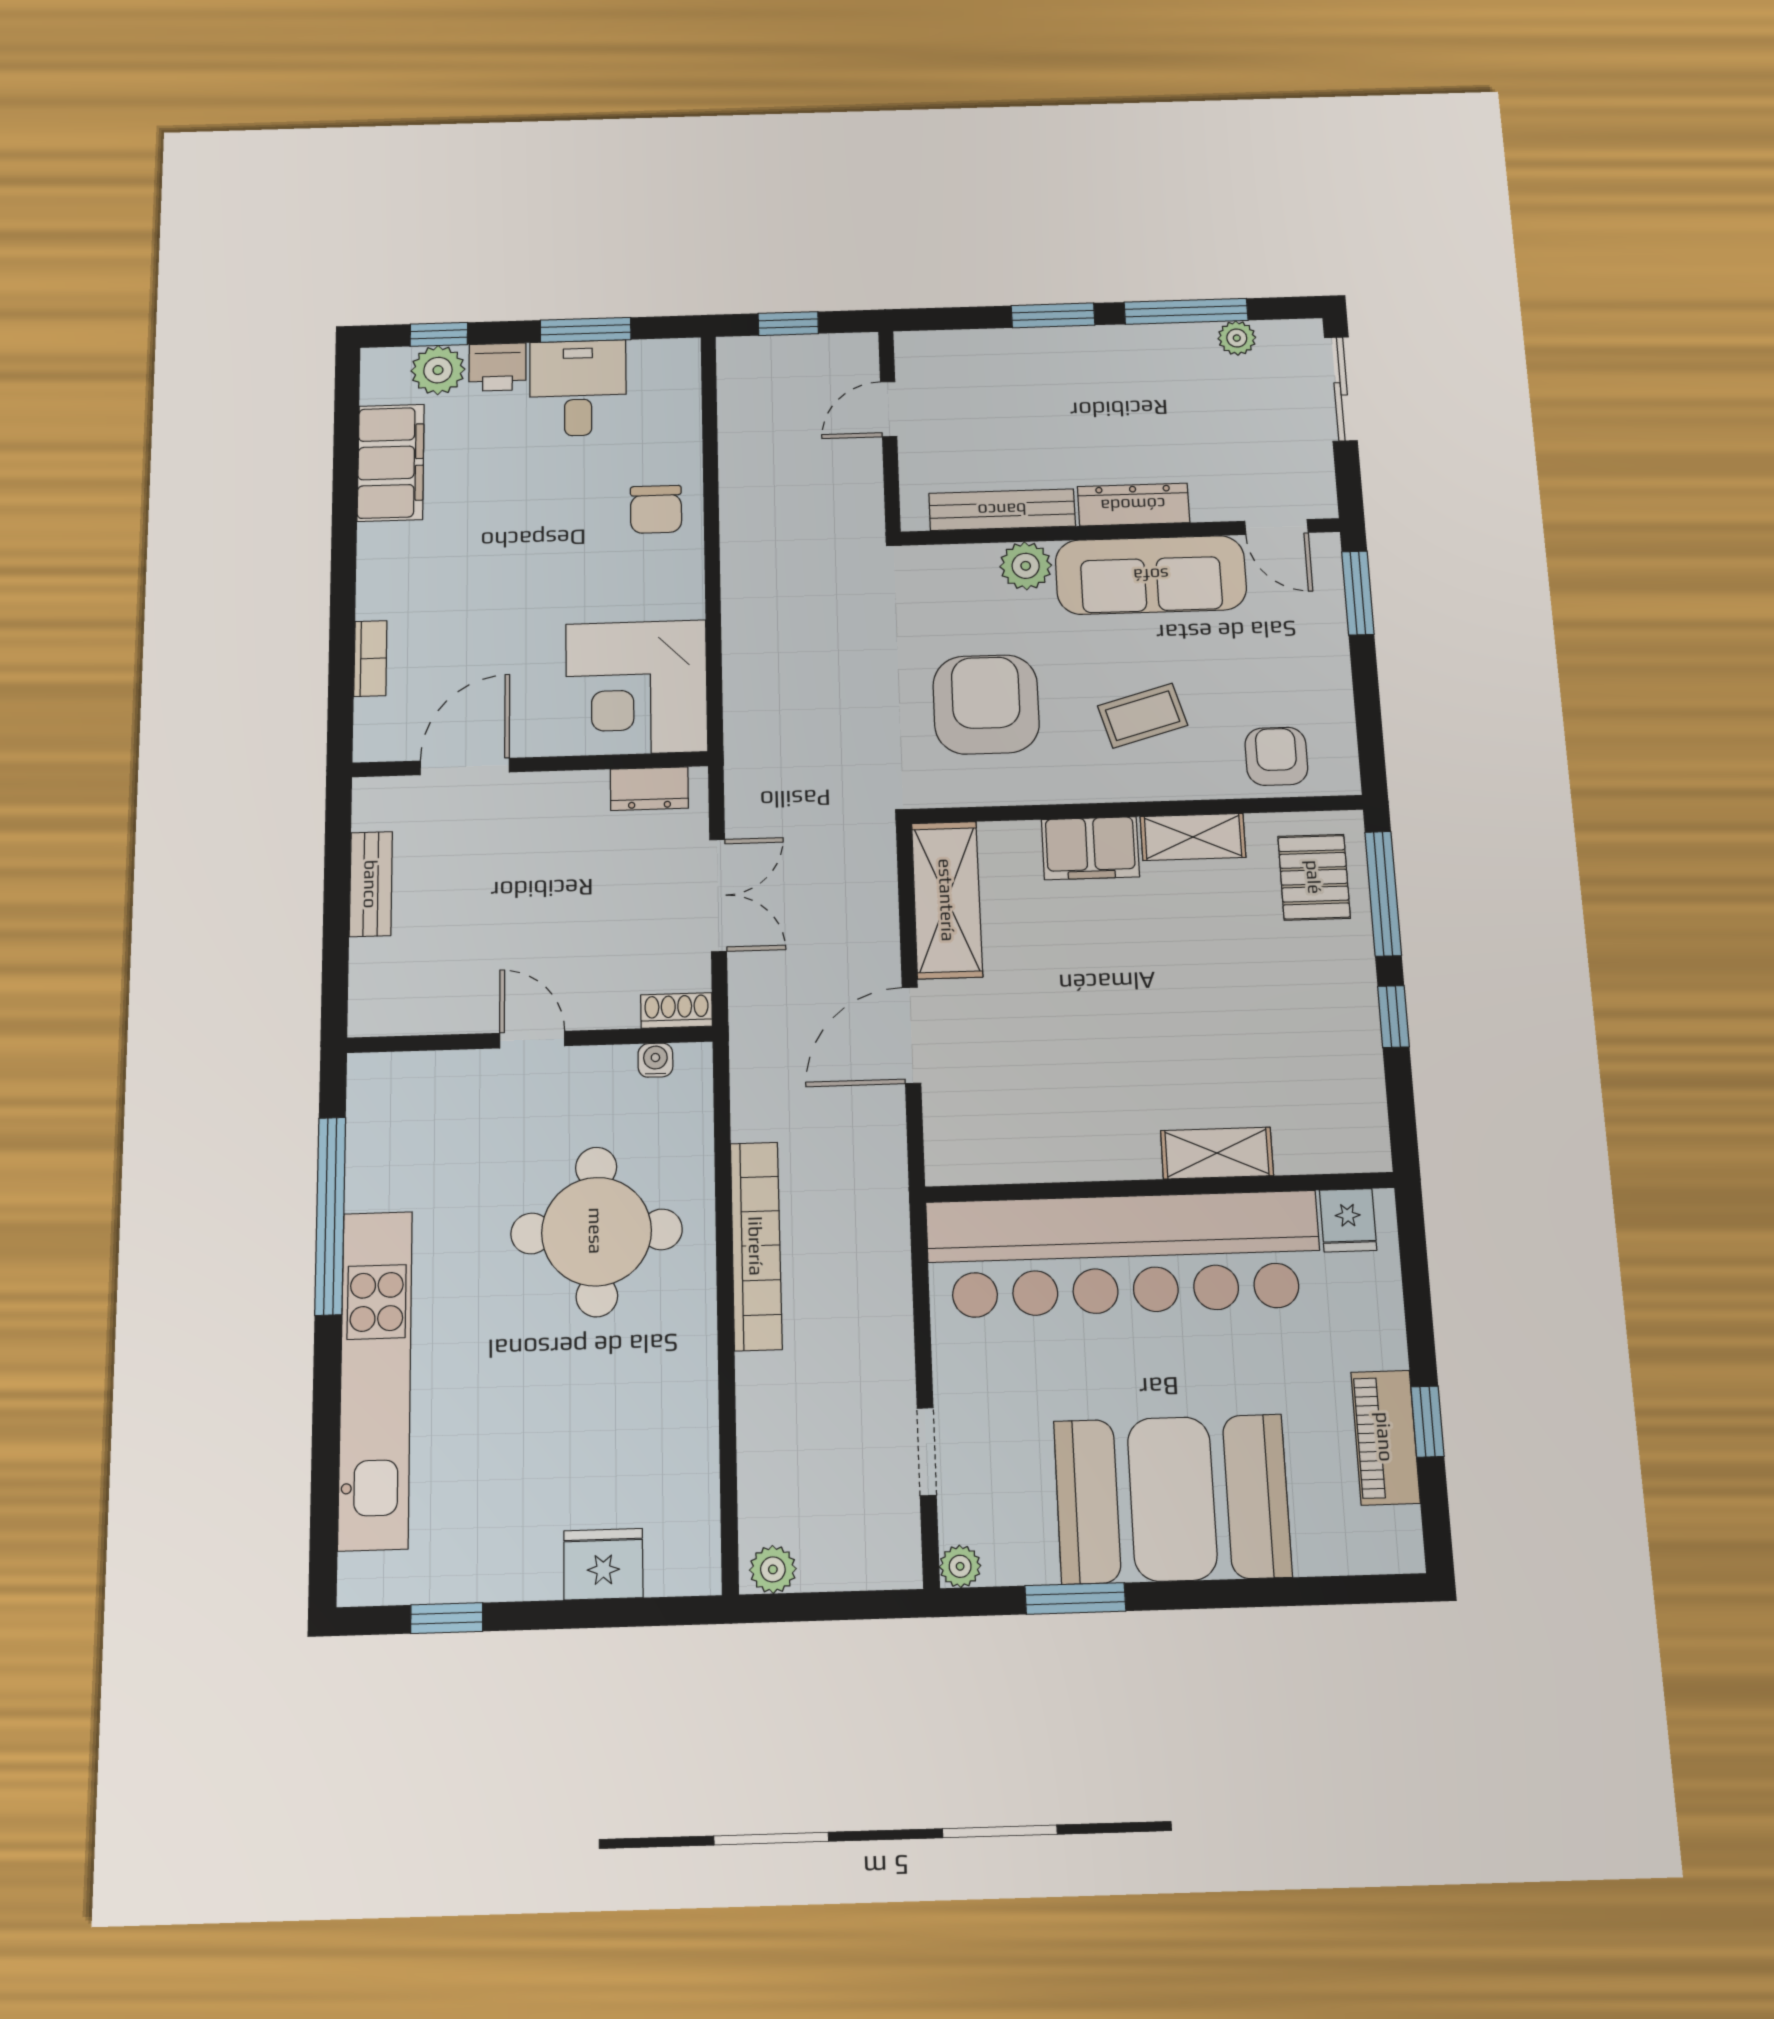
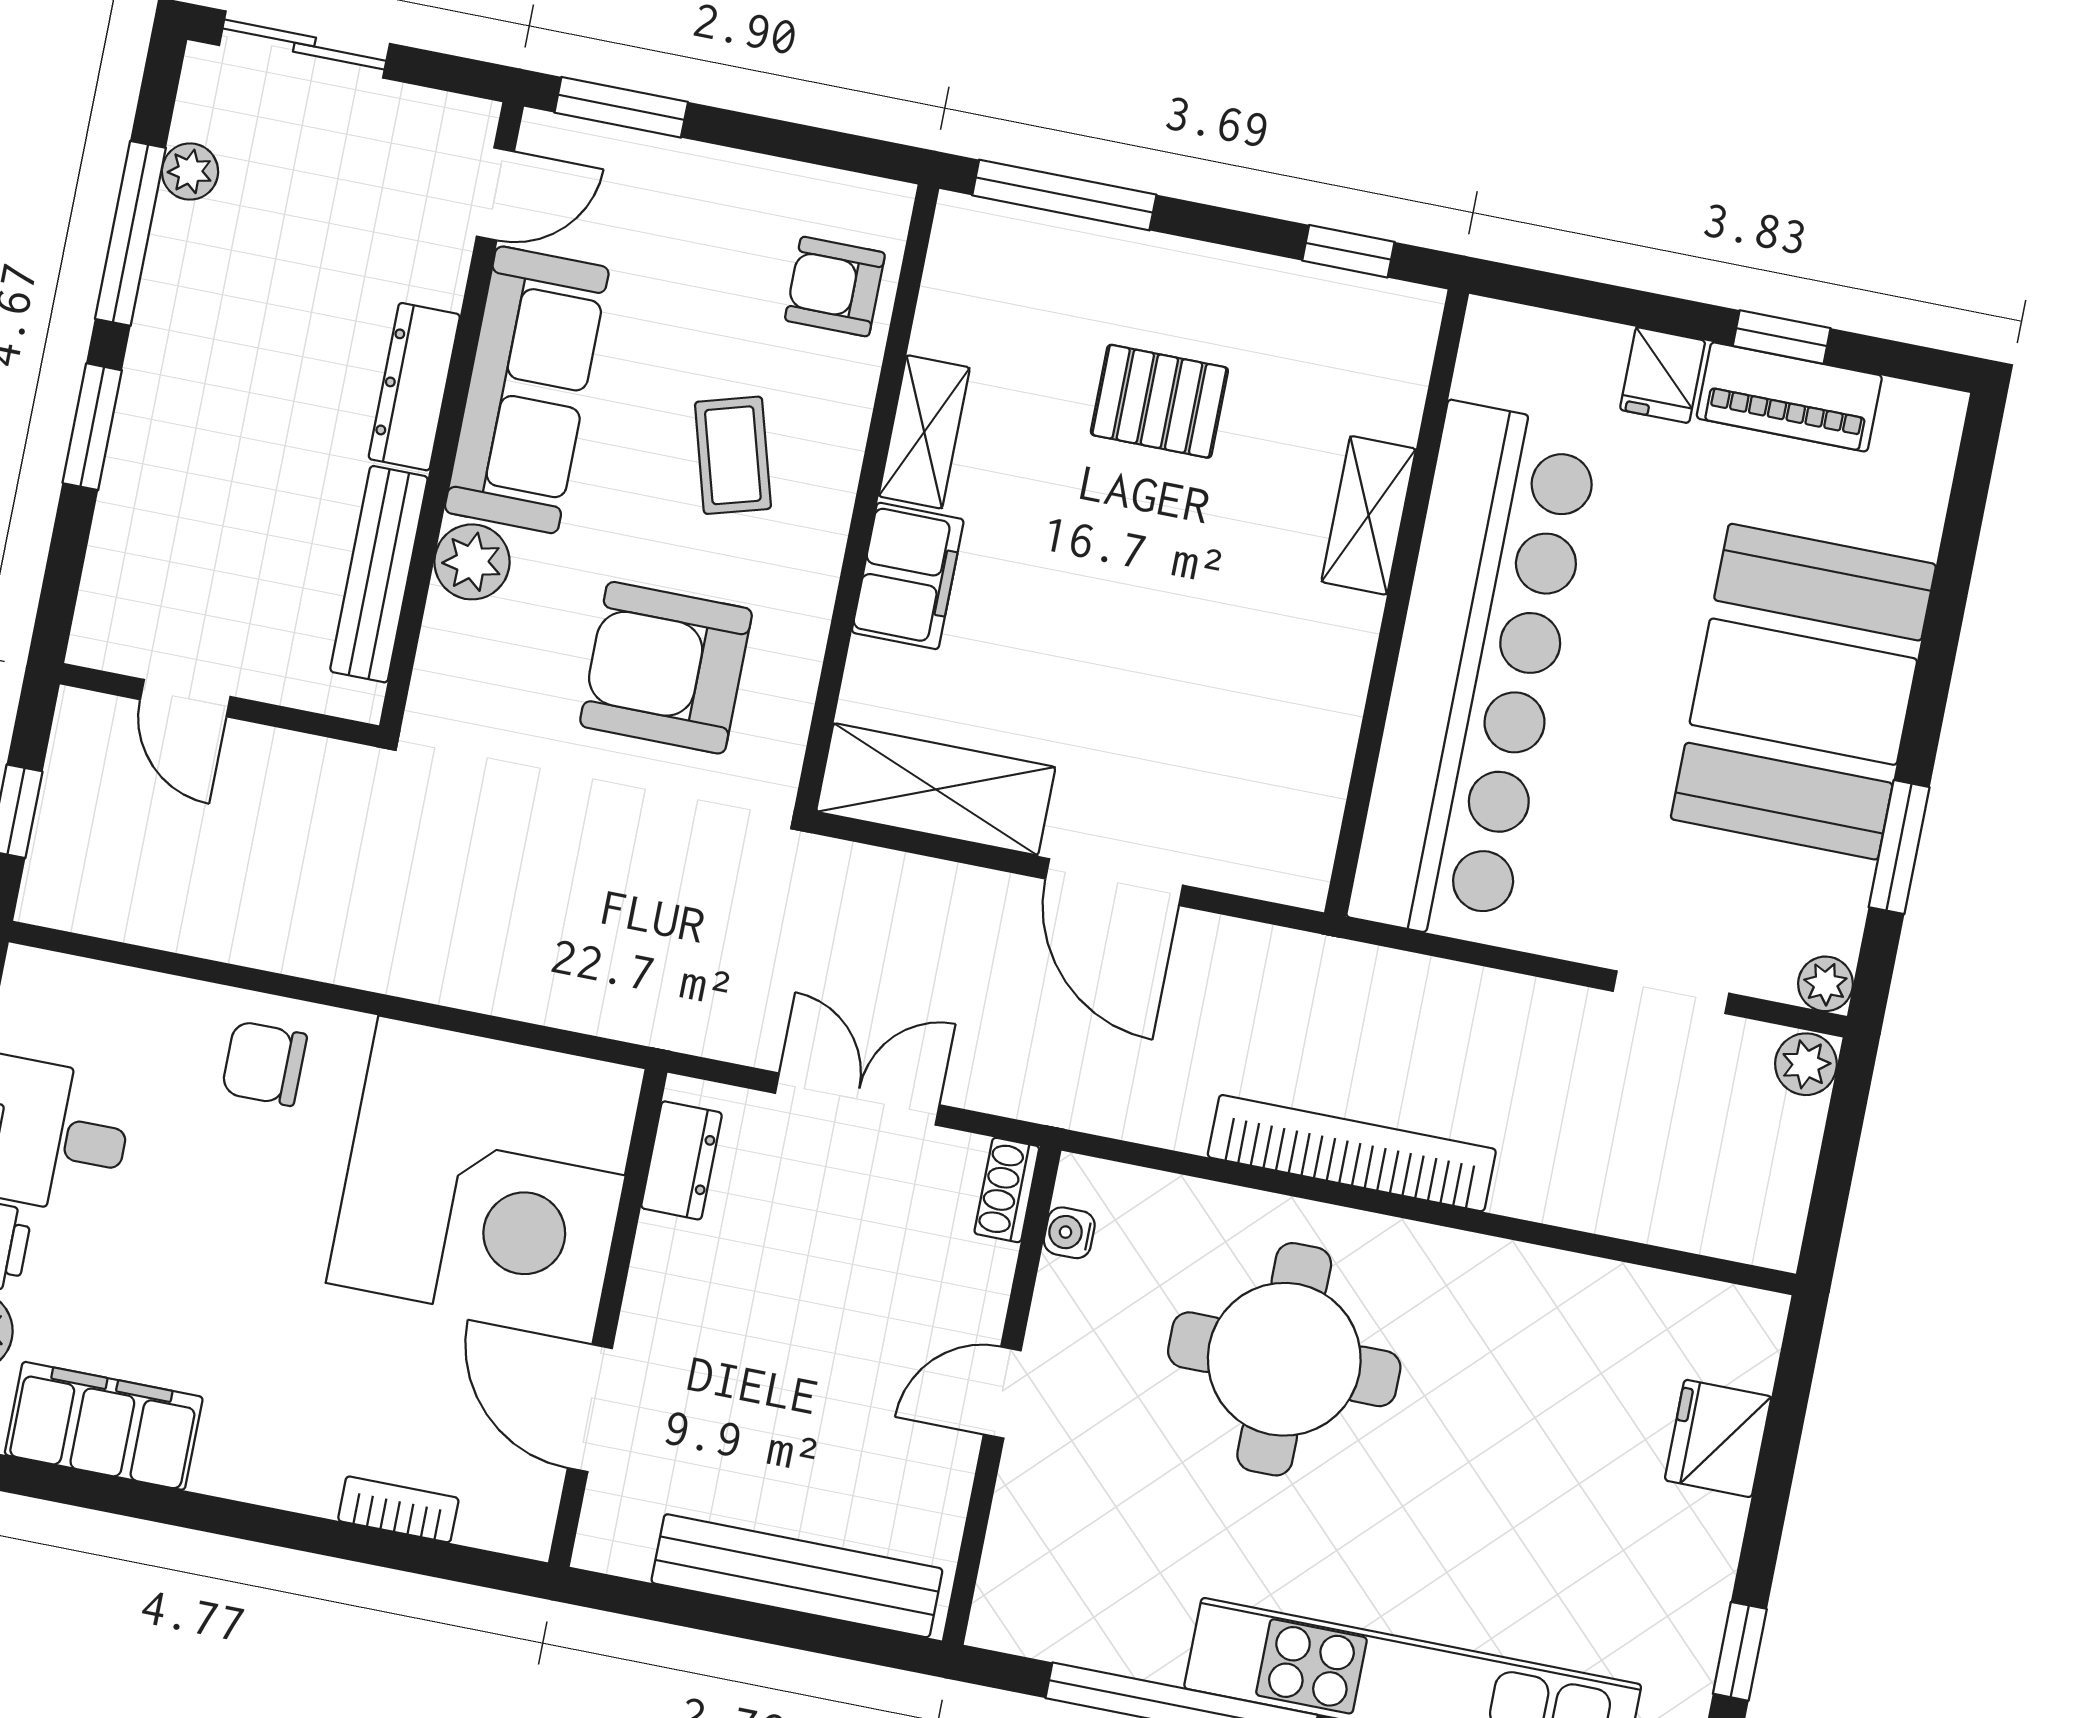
chair: (656, 509) -> (264, 1063), turned 180
corner desk: (636, 688) -> (486, 1176), width x1.36, depth x1.36
pallet: (1314, 877) -> (1159, 401), moved
bench: (371, 884) -> (797, 1576), width x1.86, depth x1.21
window: (1393, 1016) -> (1348, 251), moved
fridge: (1348, 1220) -> (1663, 375), moved, turned 90
plant: (773, 1569) -> (1806, 1064), moved

